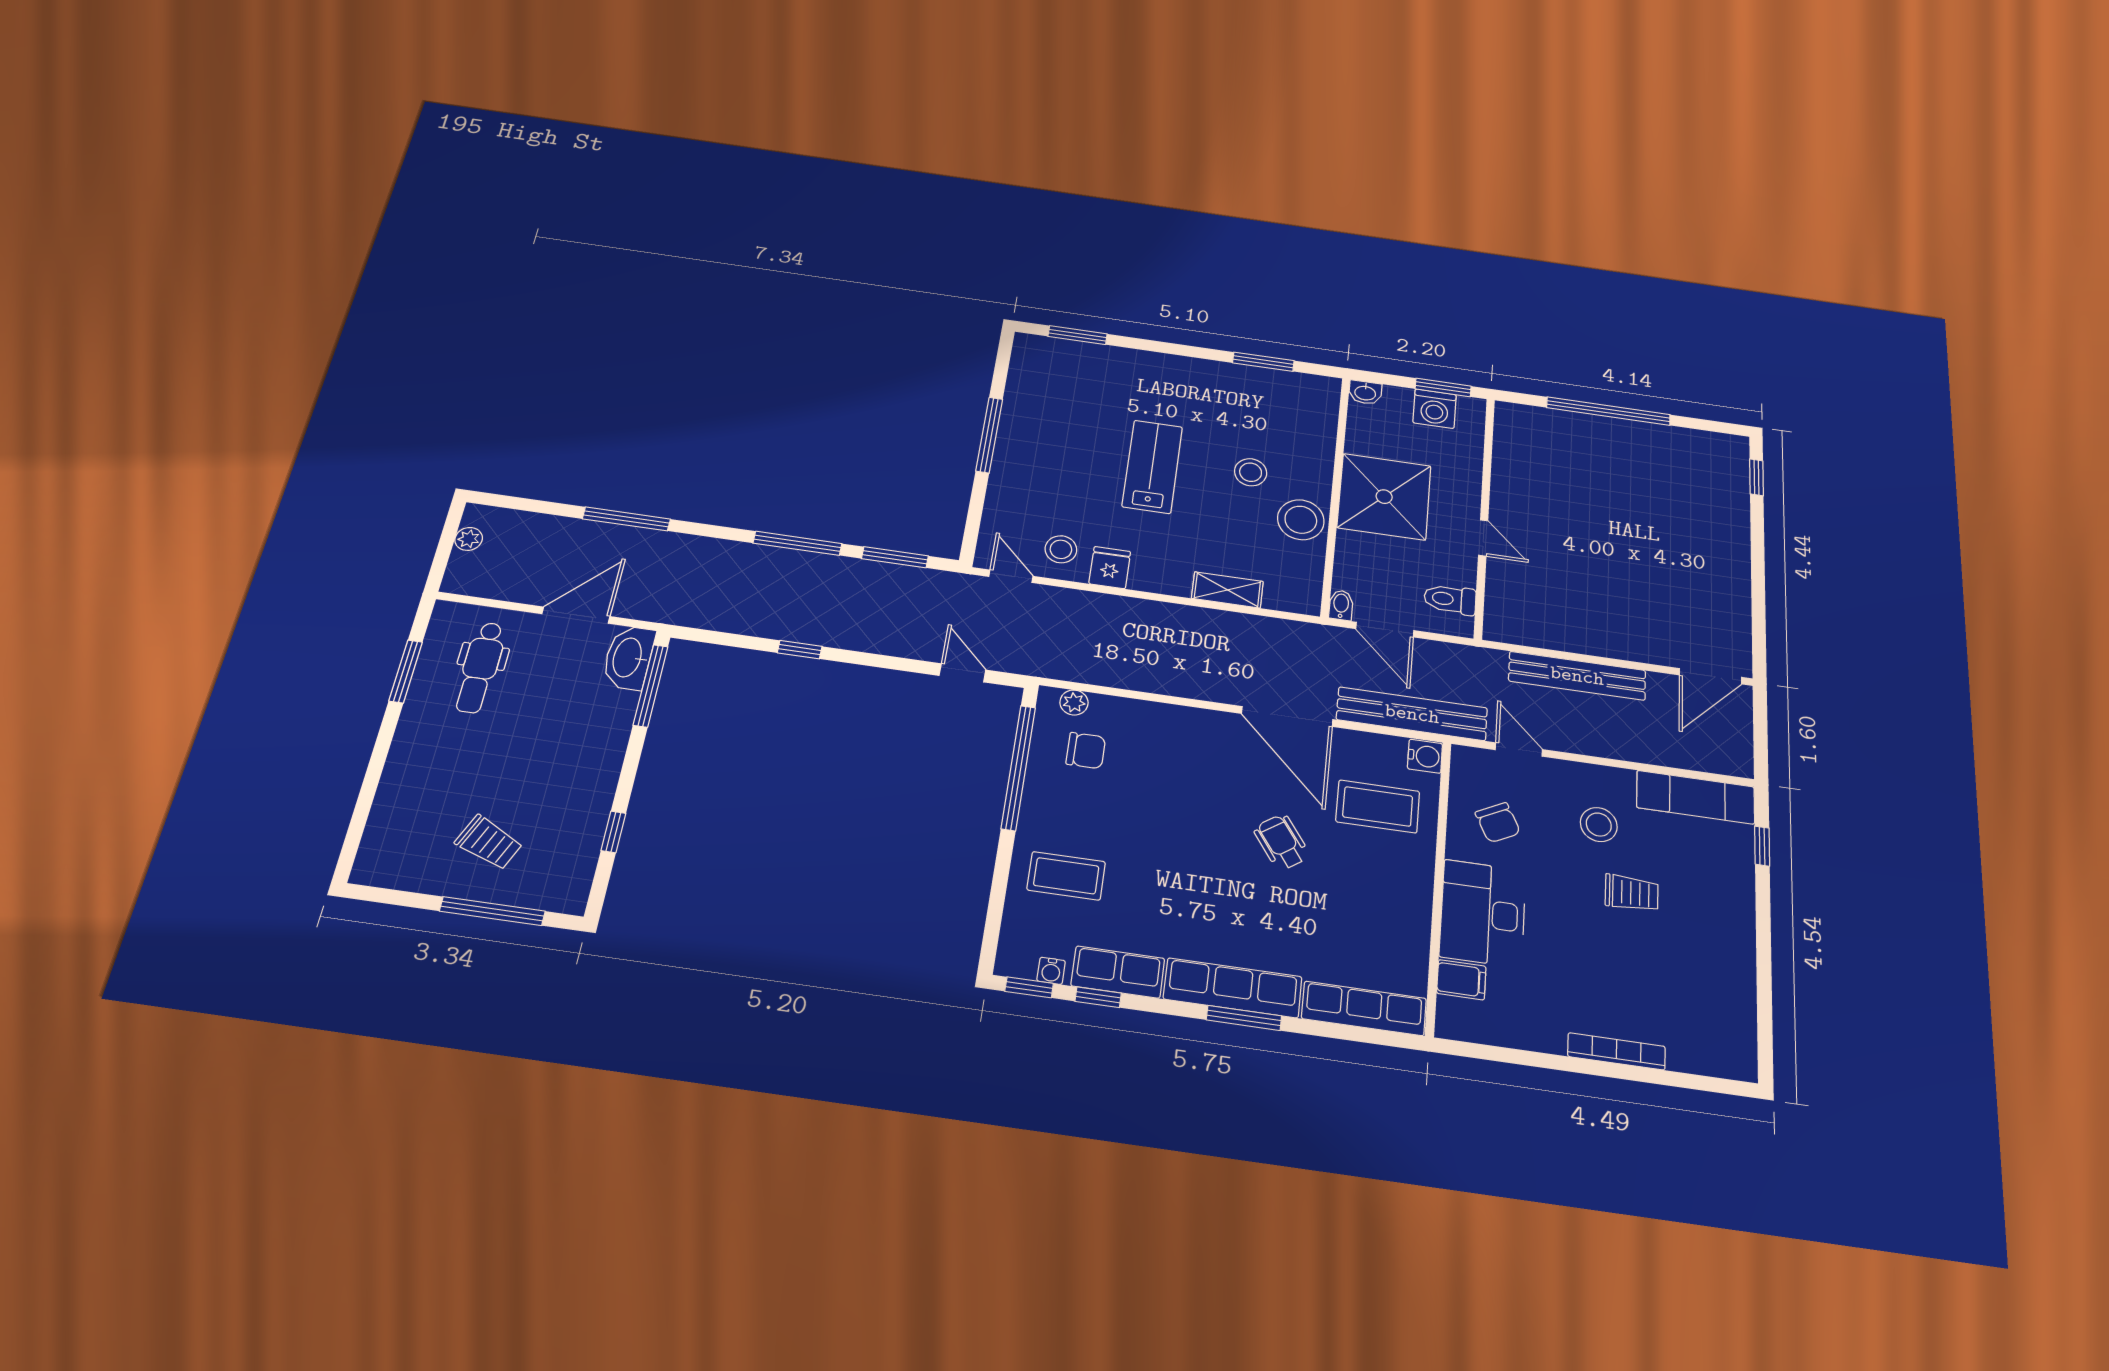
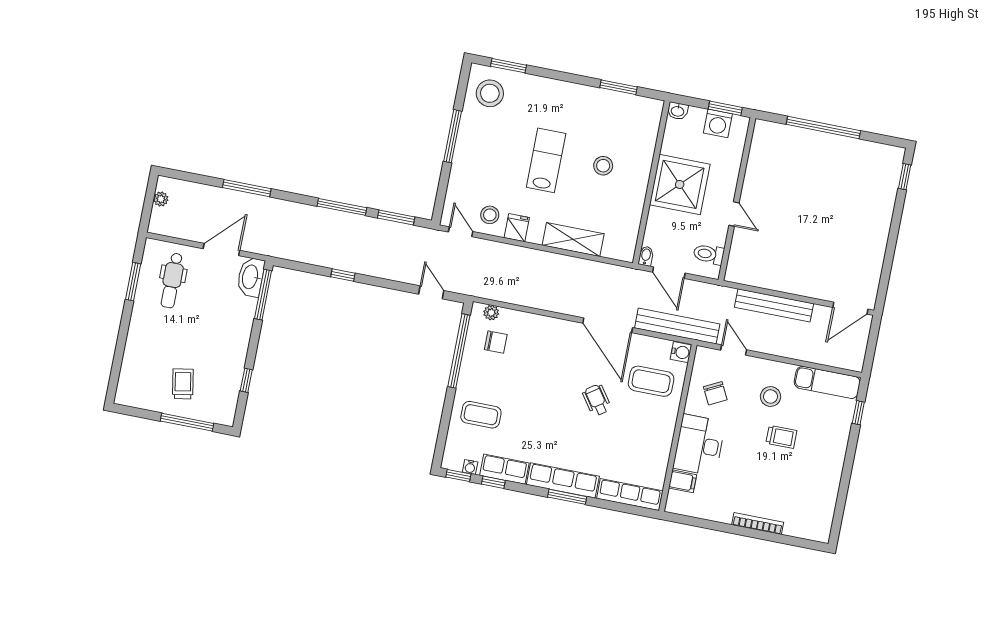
stool: (1301, 520) -> (490, 93), moved
shelving: (1227, 590) -> (573, 239), width x1.50, depth x1.33
trolley: (489, 843) -> (183, 384), turned -124

